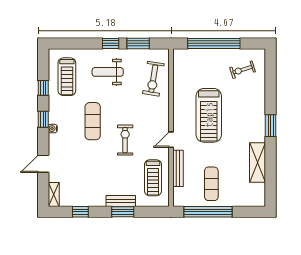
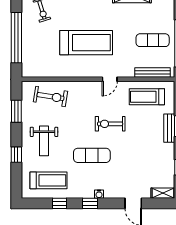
window: (111, 43) -> (16, 155), moved
door: (171, 140) -> (110, 79), hinge flipped
bench: (178, 168) -> (153, 72), moved
treadmill: (153, 178) -> (147, 97), turned 180

